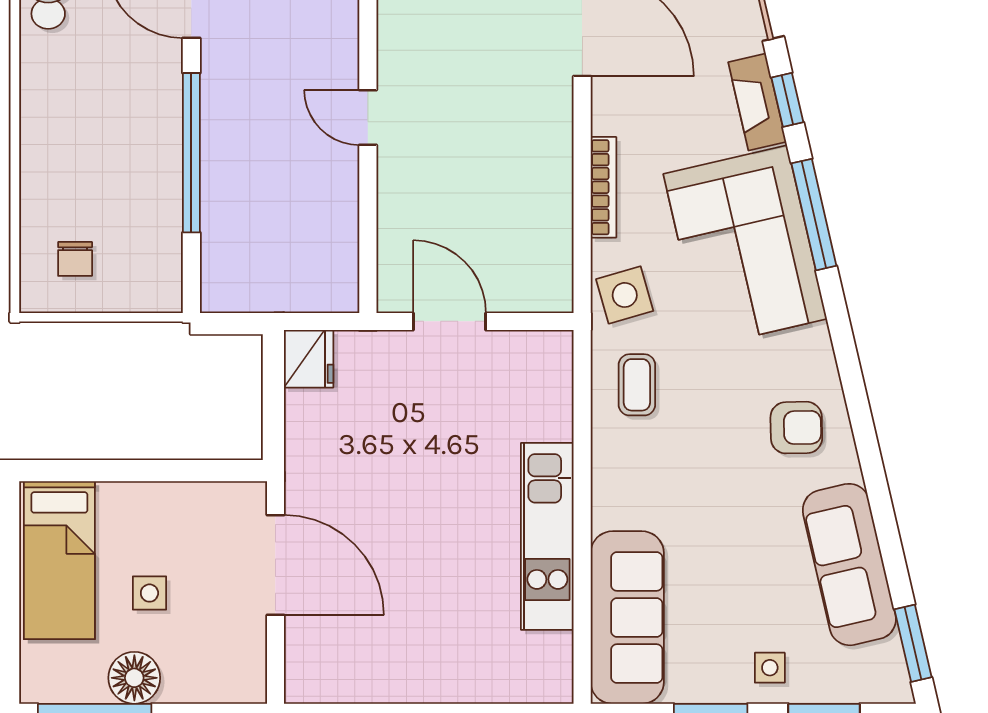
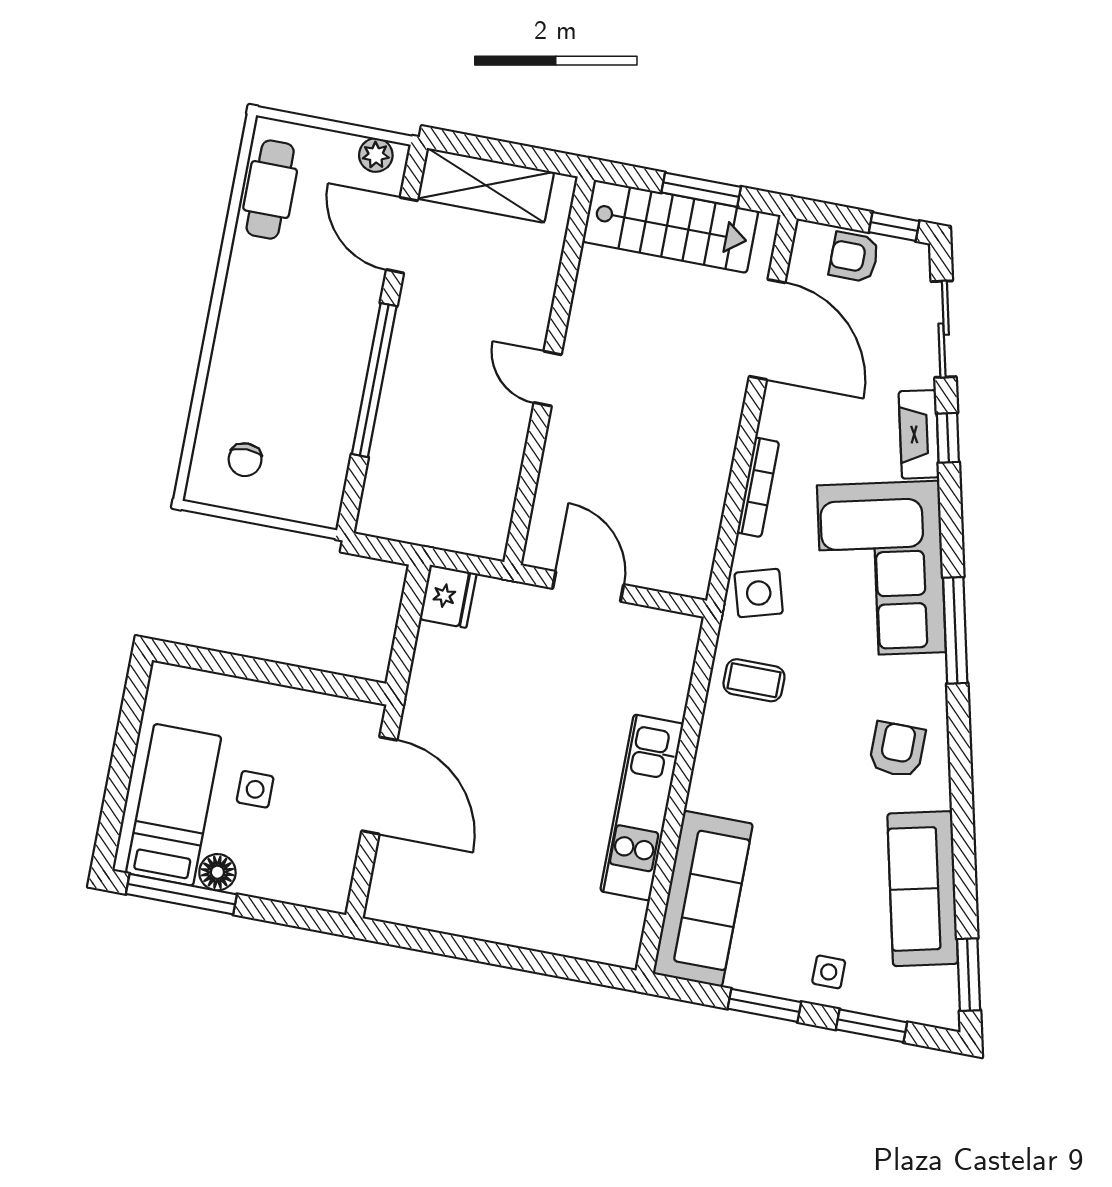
window: (814, 215) -> (955, 630), moved
coffee table: (637, 385) -> (754, 680), turned 90
armchair: (796, 428) -> (897, 750), turned -89
bed: (59, 560) -> (174, 805), moved, turned 180
floor lamp: (134, 678) -> (217, 872), width x0.73, depth x0.73

